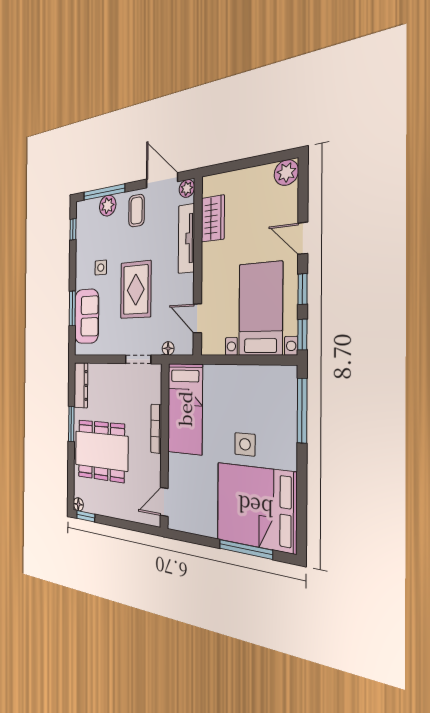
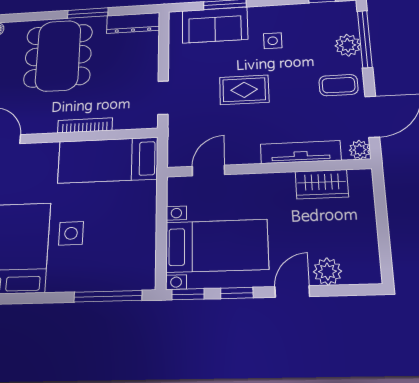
plant: (286, 173) -> (327, 271), moved
rug: (136, 290) -> (244, 90), width x0.73, depth x0.70
floor lamp: (168, 348) -> (175, 136), removed

